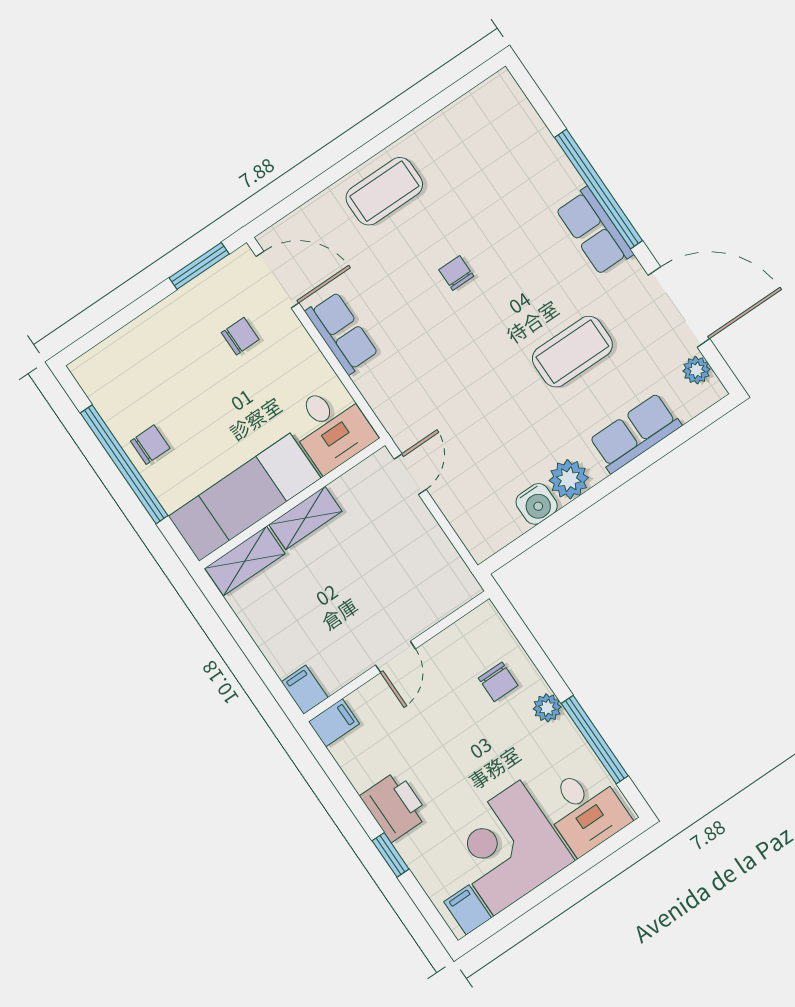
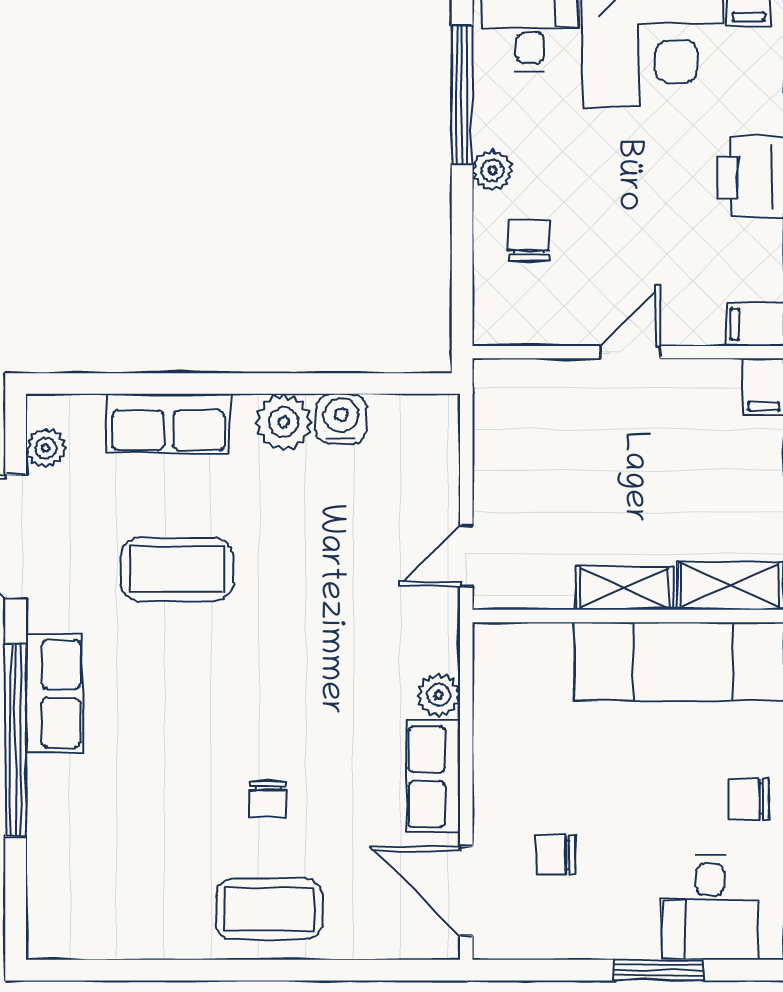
window: (199, 266) -> (659, 970), moved
chair: (456, 273) -> (268, 799), moved
plant: (371, 382) -> (439, 695), added
desk: (331, 427) -> (710, 908), moved, turned 180

